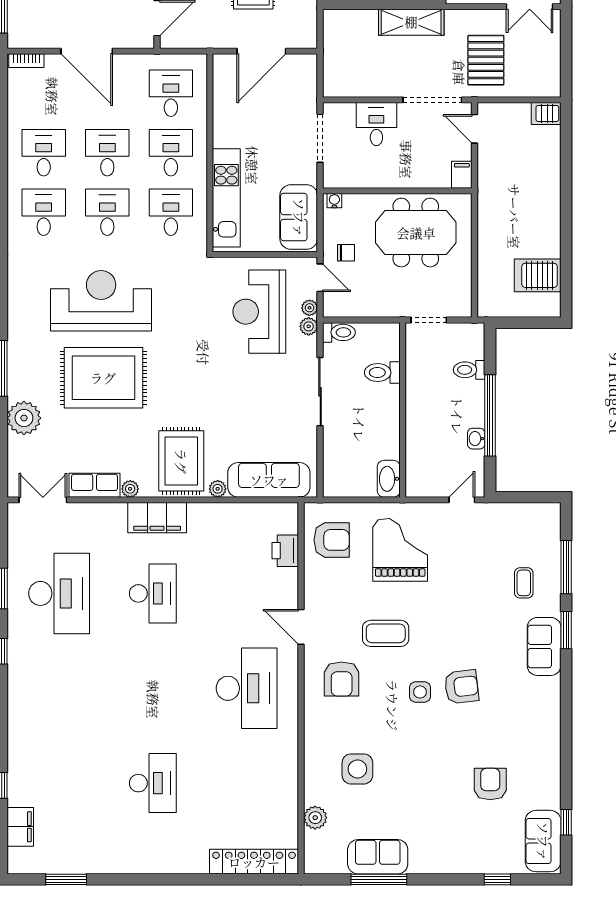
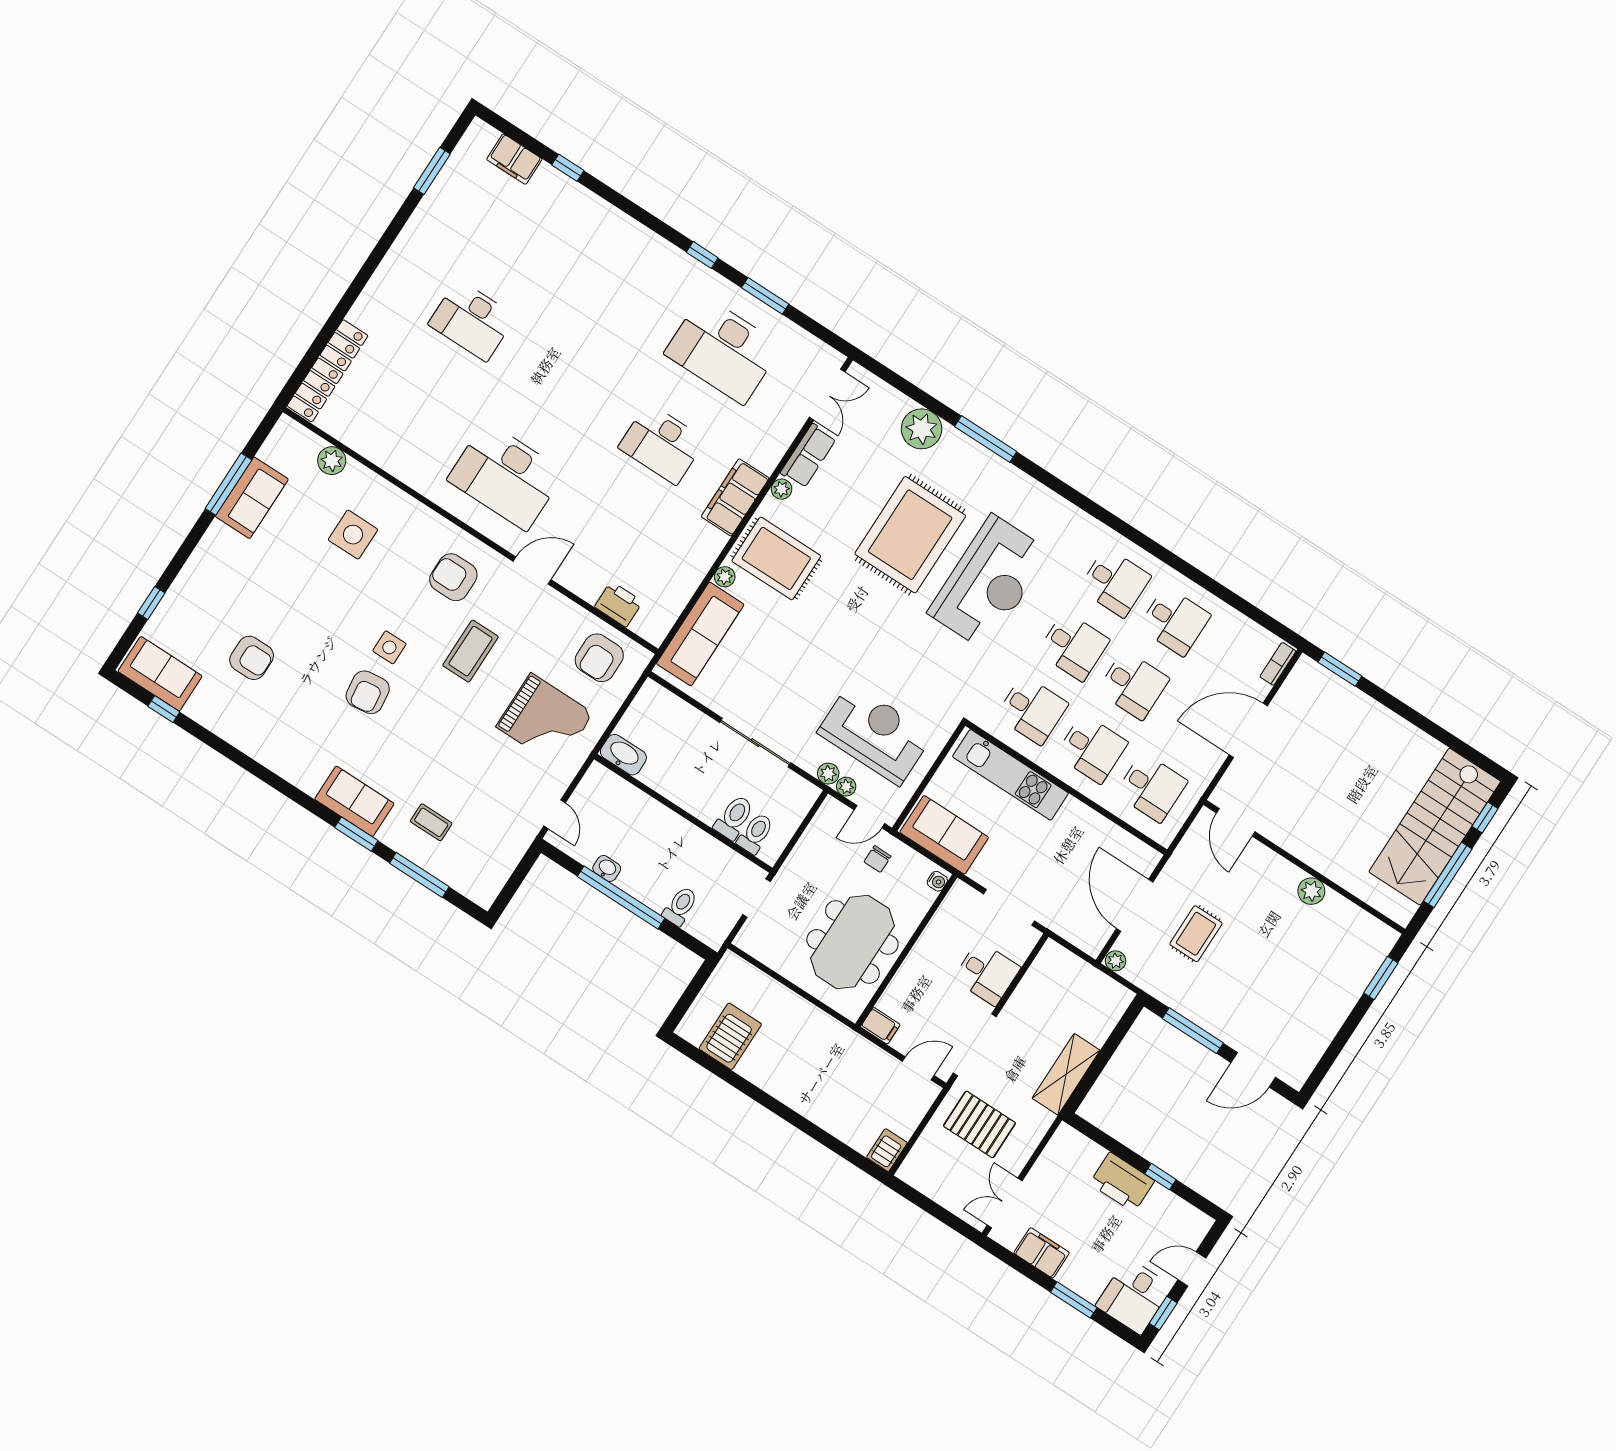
plant: (309, 39) -> (1116, 961), added
toilet: (339, 332) -> (755, 833), moved, turned 180

